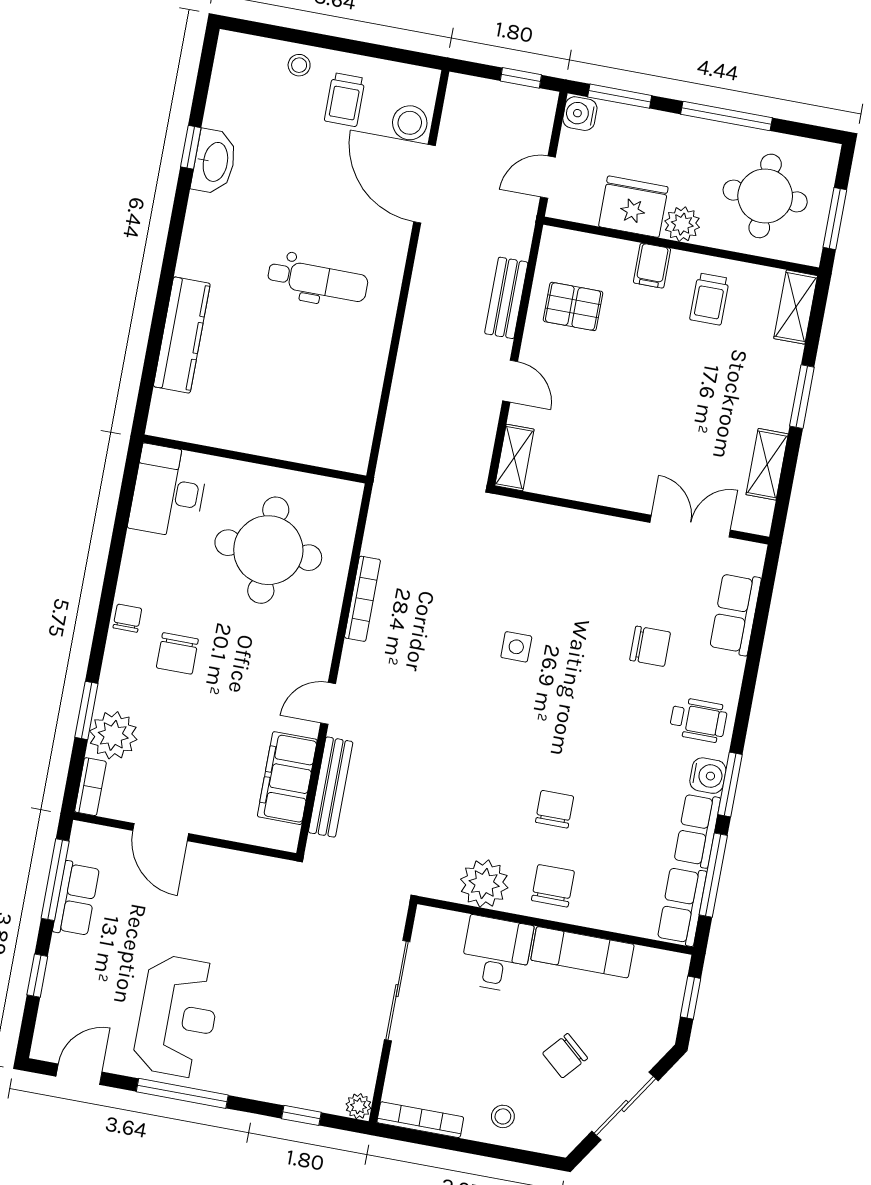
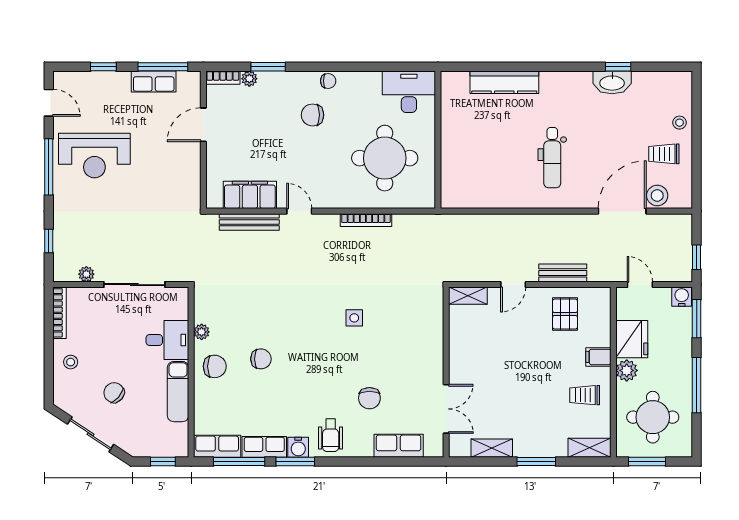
plant: (113, 735) -> (249, 79), width x0.53, depth x0.53
plant: (484, 884) -> (202, 332), width x0.53, depth x0.53
plant: (359, 1106) -> (86, 274), moved

